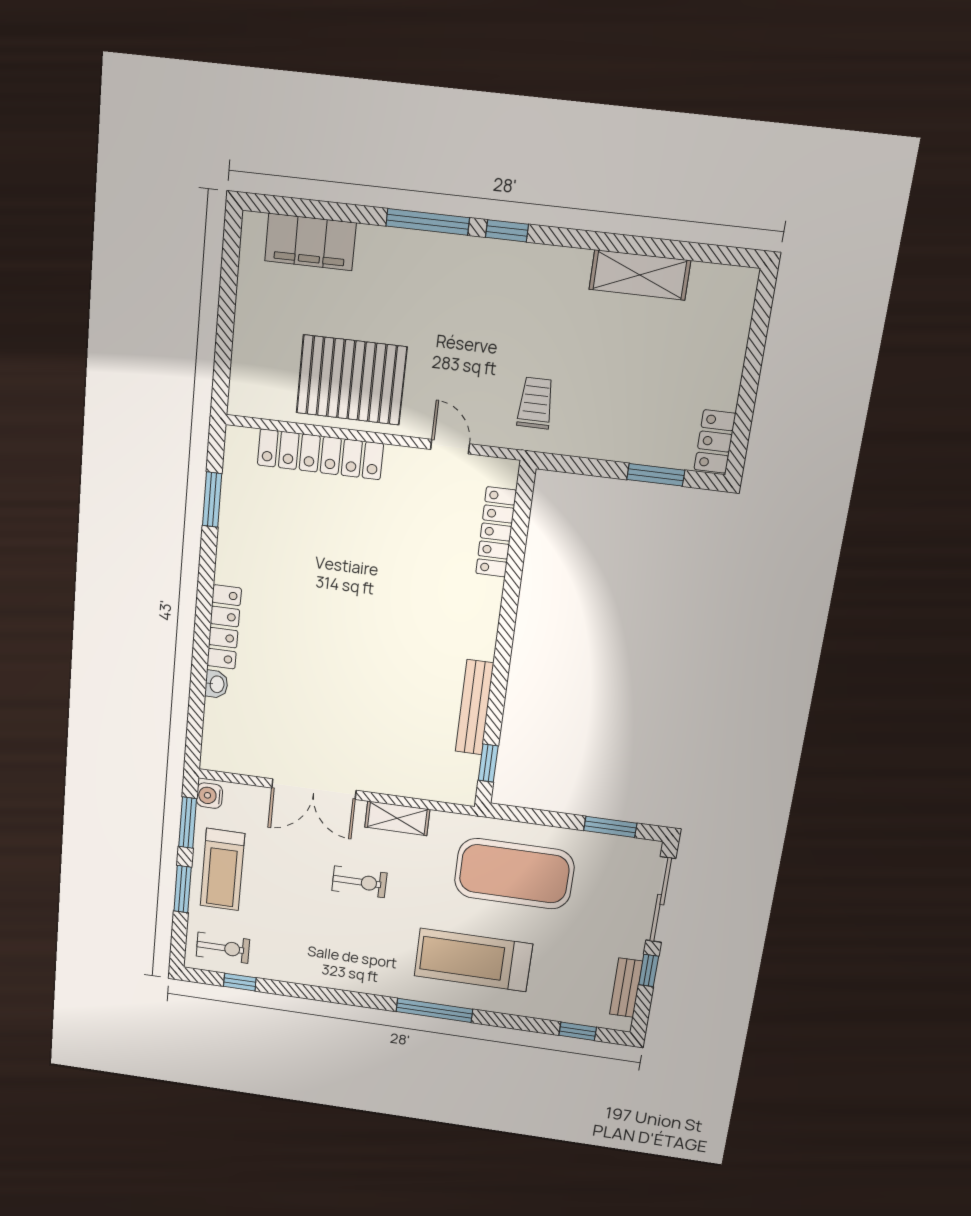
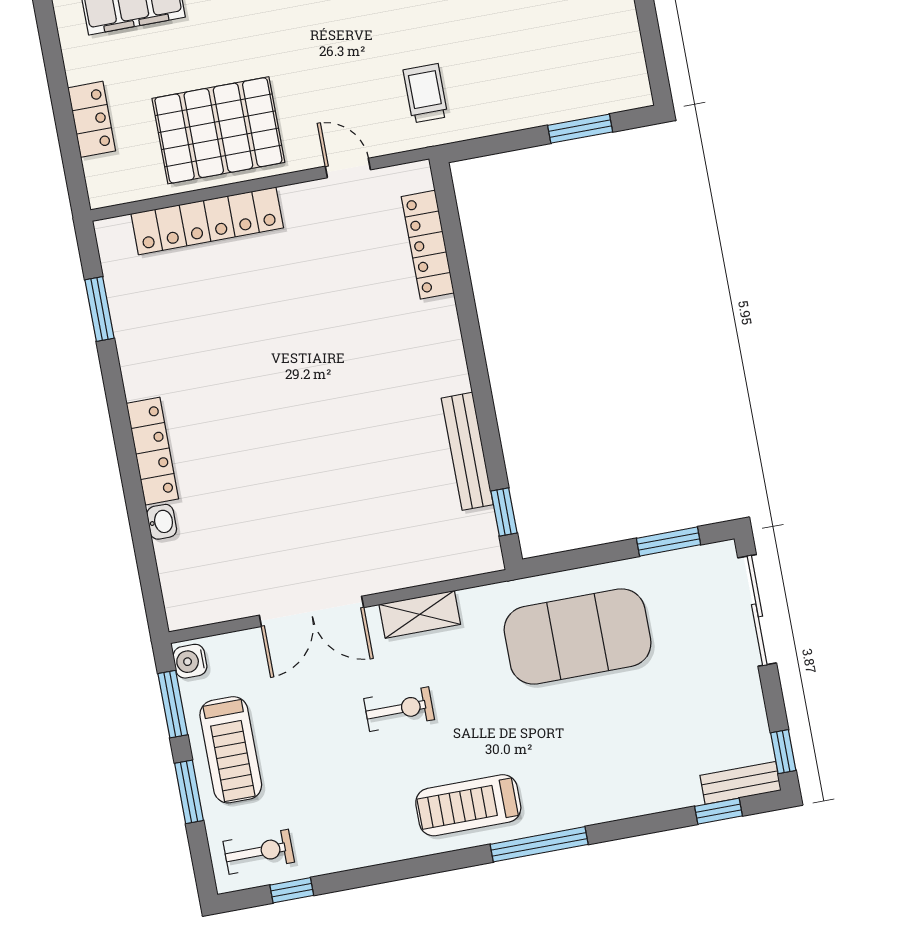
locker: (715, 442) -> (92, 119), moved, turned 180
treadmill: (473, 960) -> (468, 805), moved, width x0.73, depth x0.73
window: (649, 970) -> (783, 752), moved
bench: (626, 988) -> (741, 783), moved, turned 90

